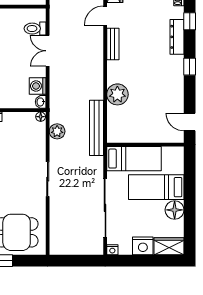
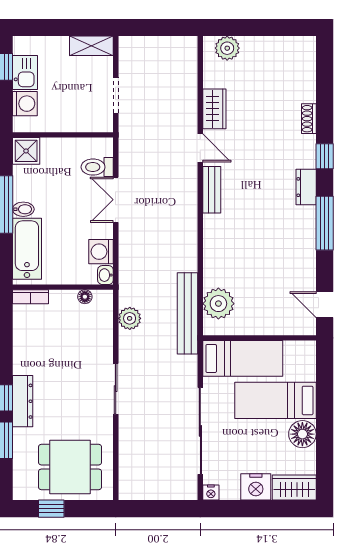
door: (105, 16) -> (200, 148), swing flipped
dresser: (177, 37) -> (306, 187), width x0.70
window: (190, 67) -> (325, 223), width x2.17
plant: (117, 94) -> (218, 304), moved
floor lamp: (41, 117) -> (85, 297), moved

